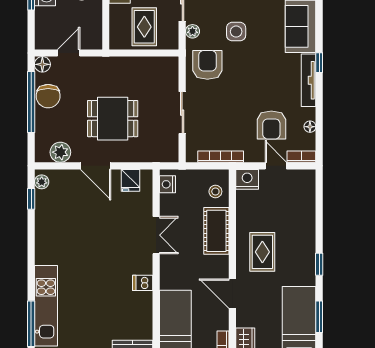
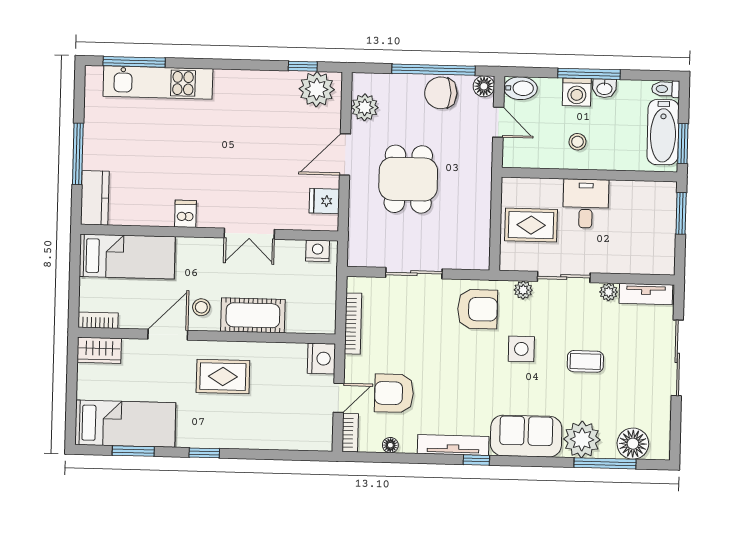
bidet: (43, 37) -> (521, 88), added
plant: (42, 182) -> (317, 89), width x1.88, depth x1.88
stool: (215, 192) -> (201, 307), moved

